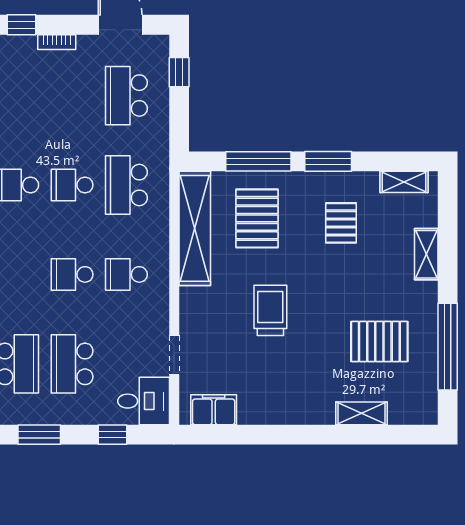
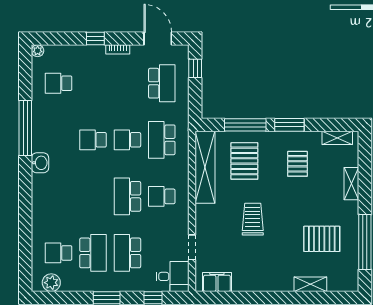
school desk: (126, 96) -> (162, 83), turned 180
school desk: (72, 274) -> (127, 196), width x1.85

